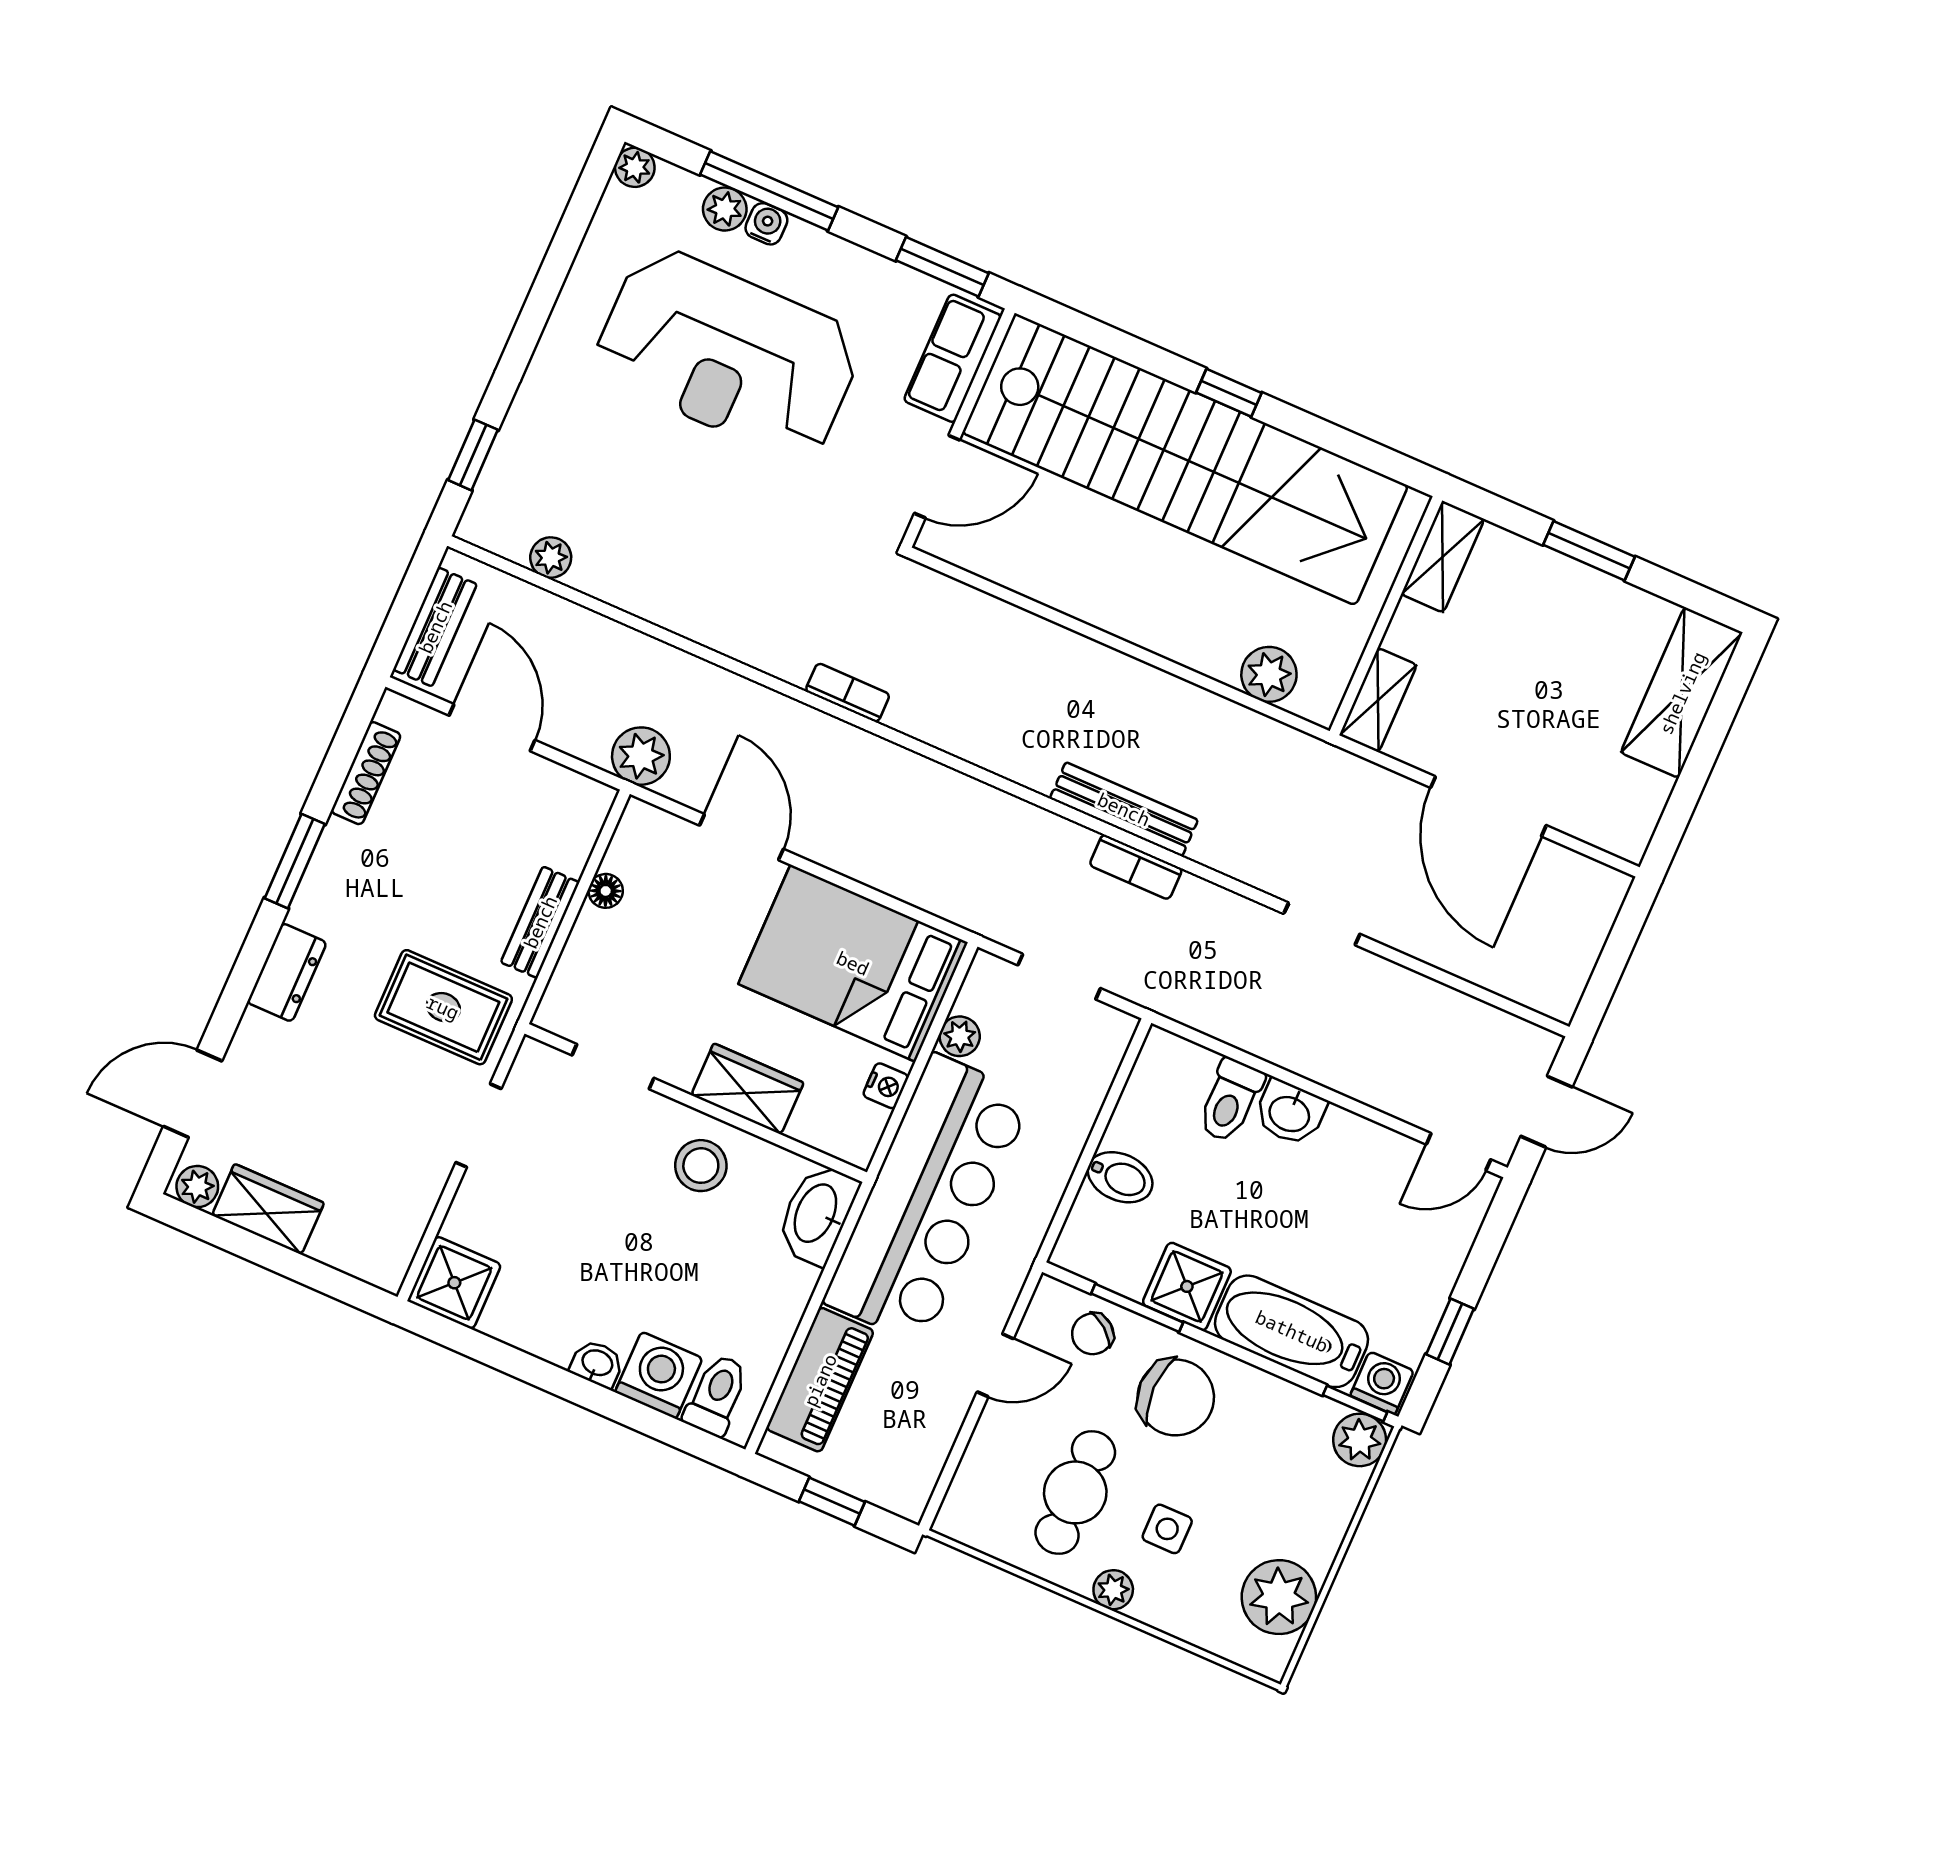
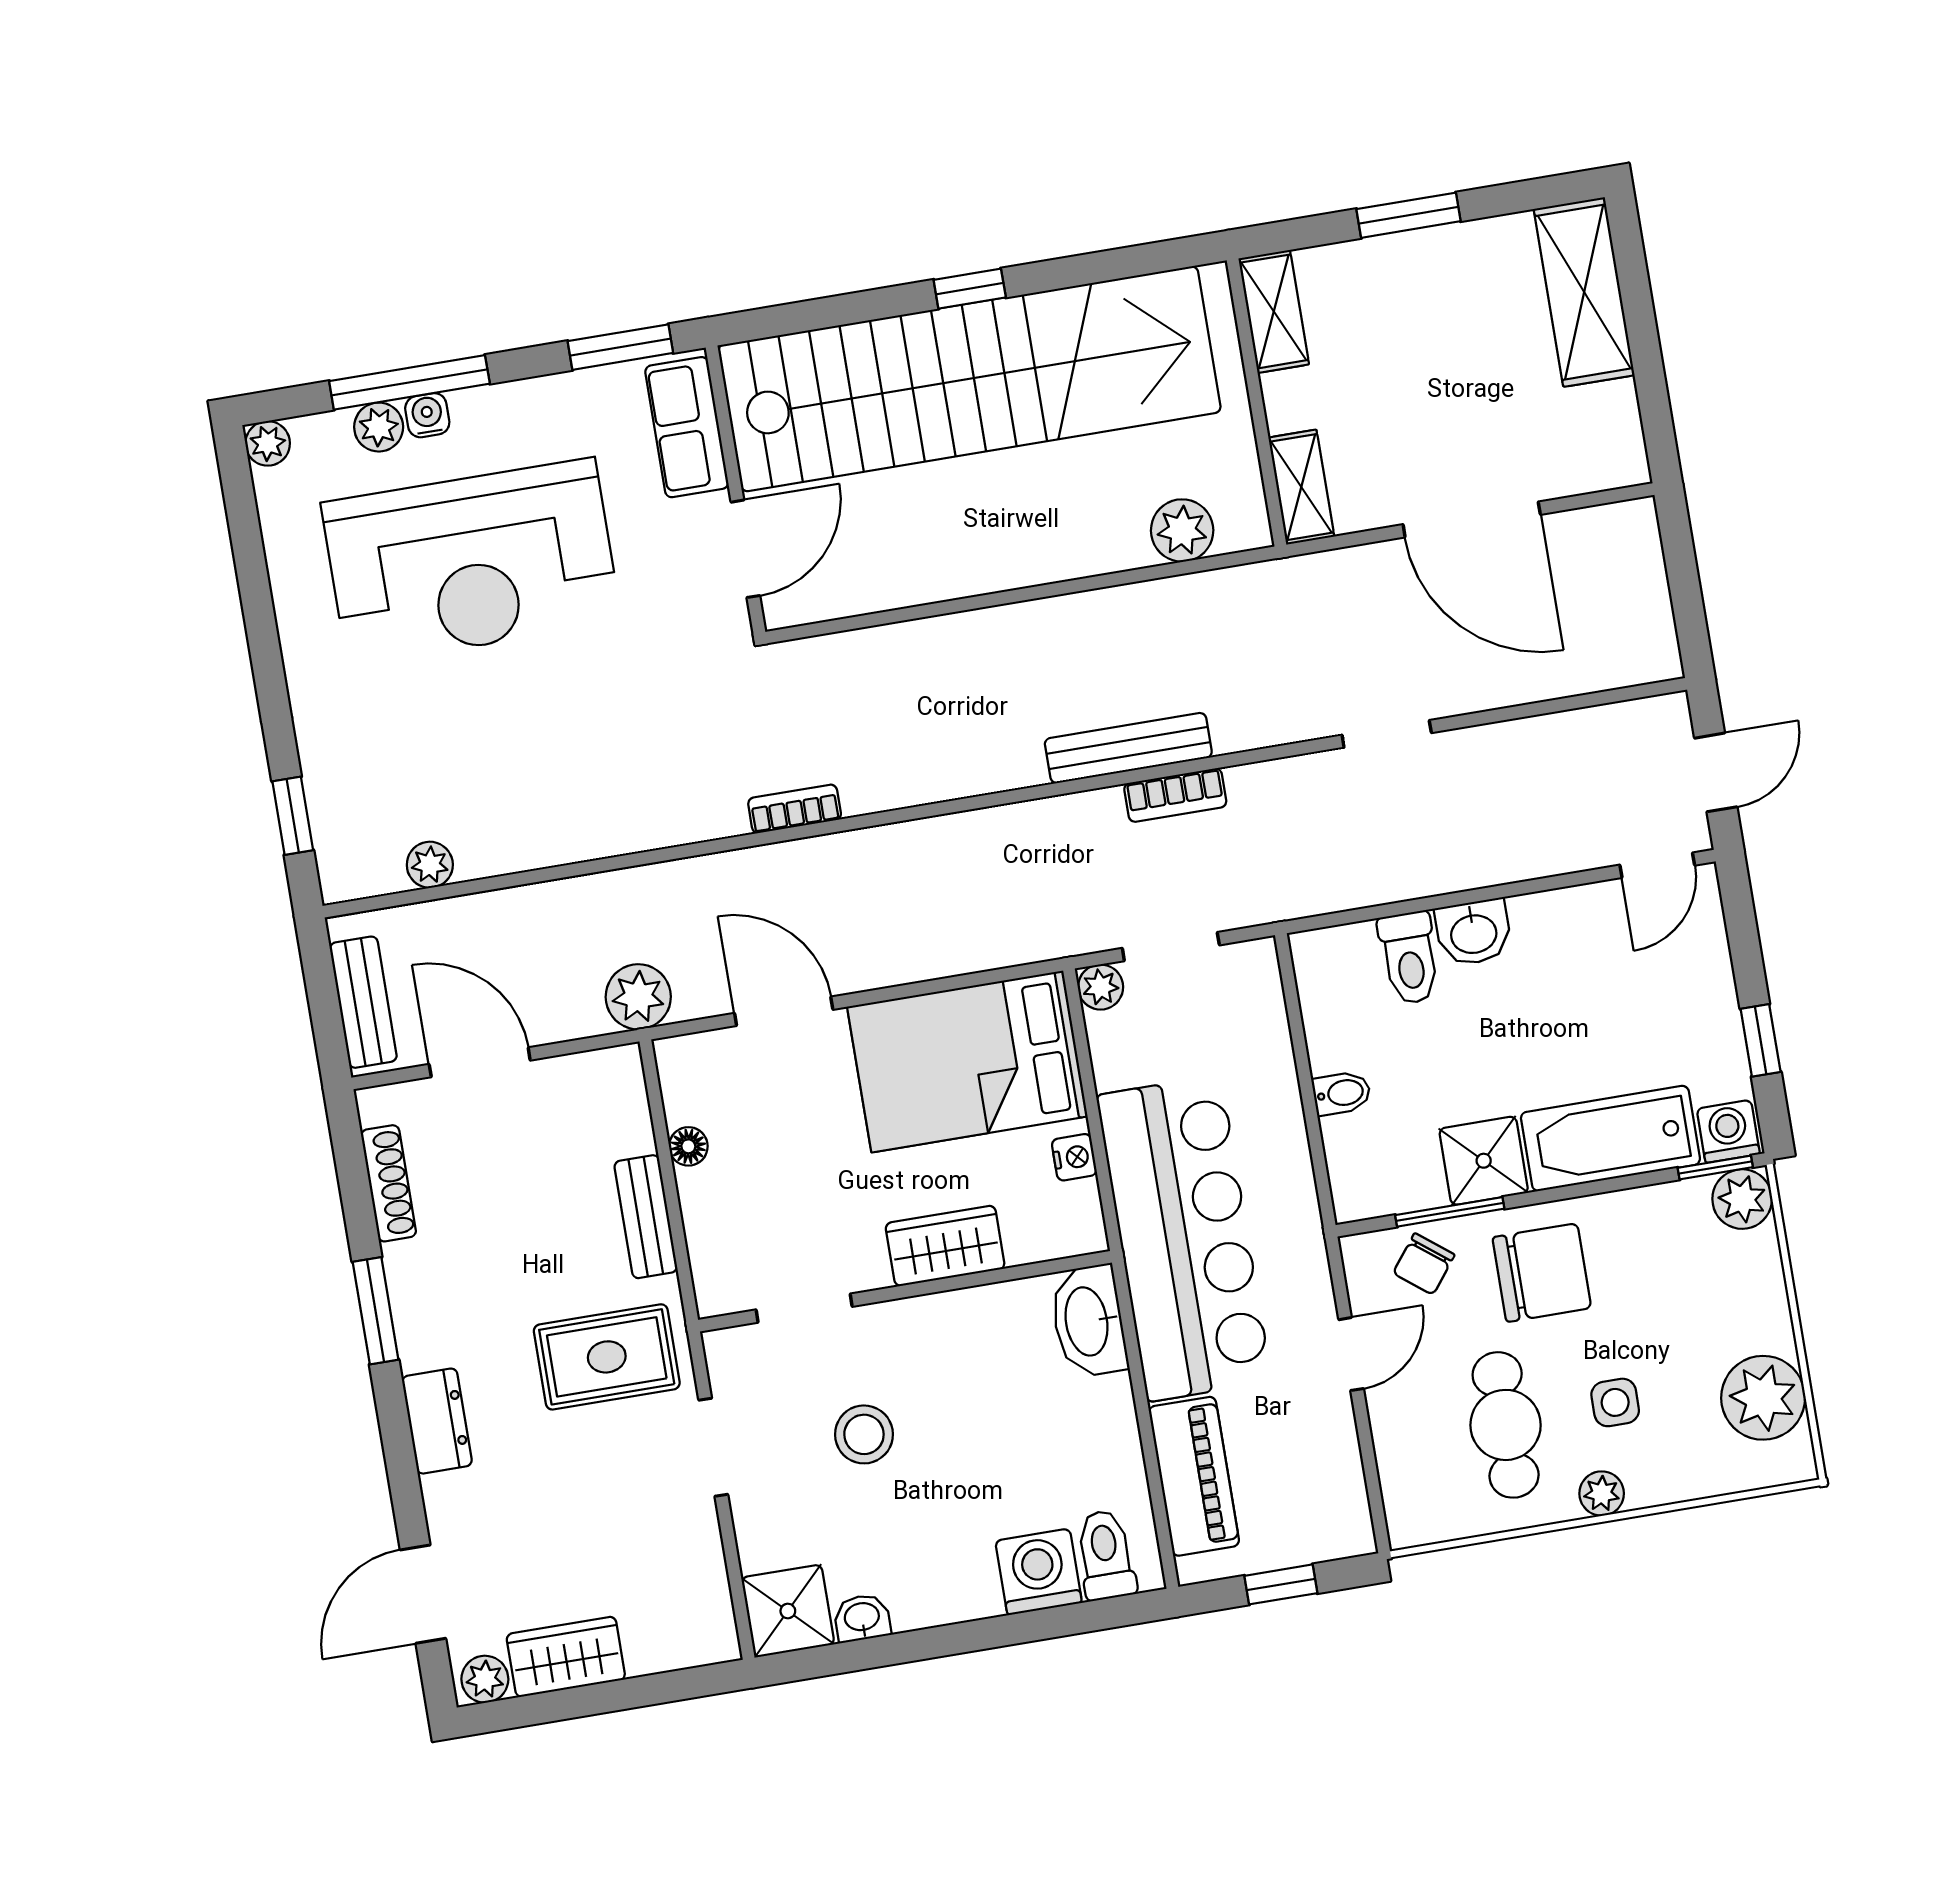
plant: (960, 1036) -> (1101, 987), moved
stool: (701, 1166) -> (864, 1434), moved
bidet: (1120, 1177) -> (1342, 1093), width x0.72, depth x0.74
washbasin: (597, 1364) -> (862, 1618), moved

